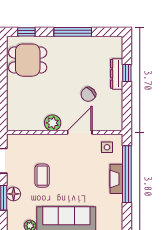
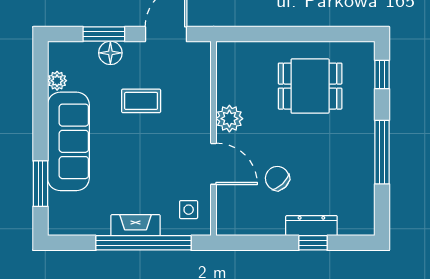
dining table: (28, 60) -> (310, 86), moved, turned 90

